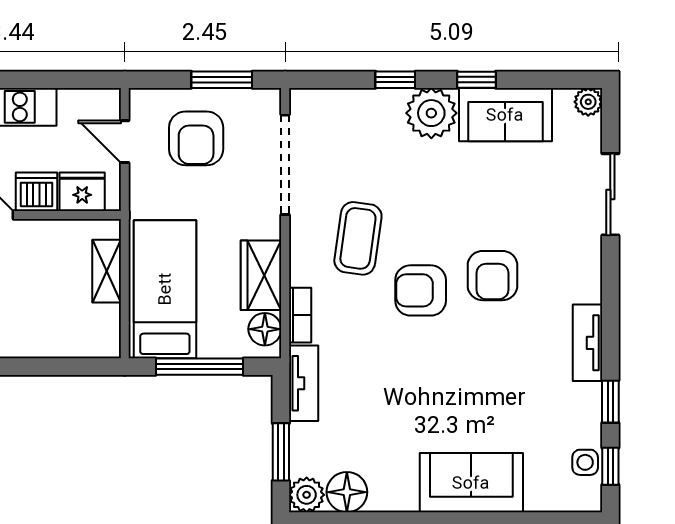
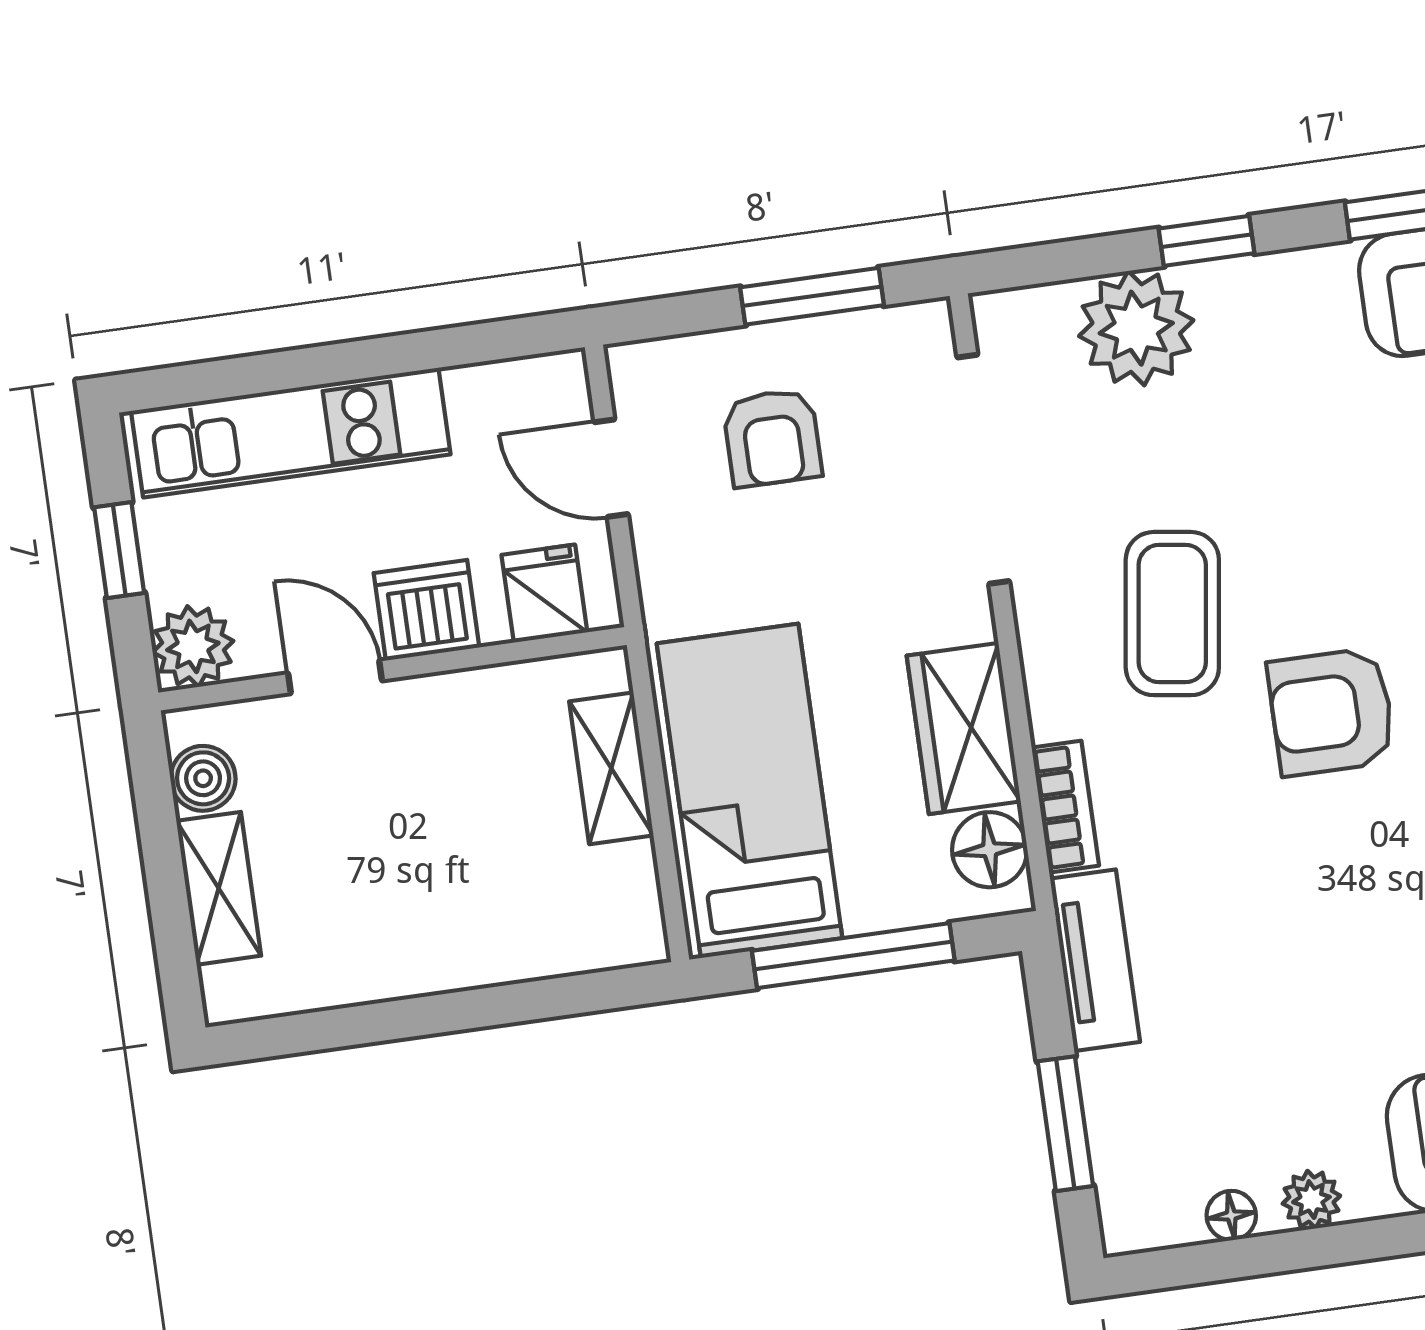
plant: (431, 113) -> (1136, 328), moved
armchair: (196, 138) -> (772, 438), width x0.72, depth x0.72
fridge: (82, 192) -> (544, 594), width x0.72
floor lamp: (347, 492) -> (1231, 1215), width x0.53, depth x0.53
plant: (307, 495) -> (1311, 1200), moved, width x0.73, depth x0.73

